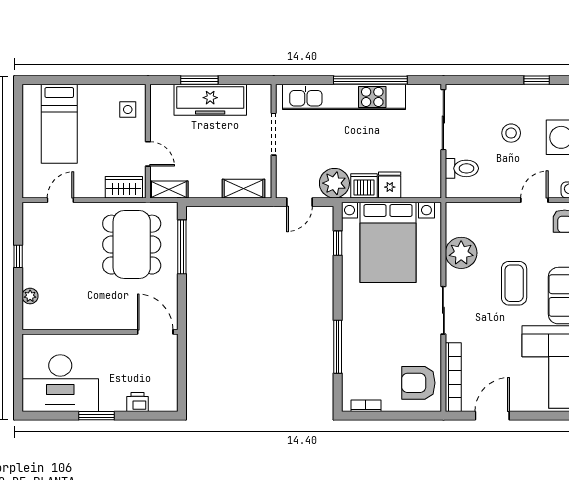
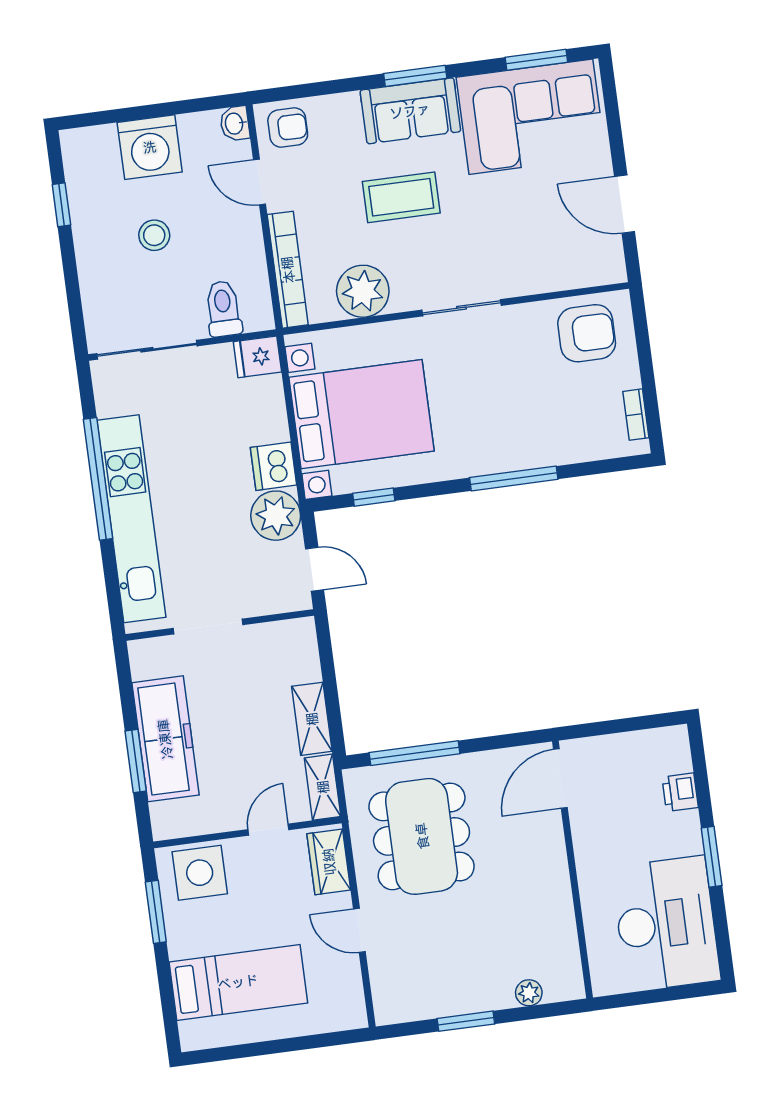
window: (108, 80) -> (156, 912), added
side table: (128, 109) -> (200, 873), width x1.87, depth x1.87
fridge: (390, 185) -> (257, 357), moved
shelving: (243, 189) -> (312, 719), moved
door: (60, 200) -> (359, 930), moved
dining table: (132, 245) -> (422, 836), turned 90
window: (18, 256) -> (466, 1021), width x1.50
window: (338, 347) -> (514, 478), moved
bookcase: (453, 377) -> (288, 270), moved, turned 90
armchair: (418, 383) -> (587, 333), turned -90

